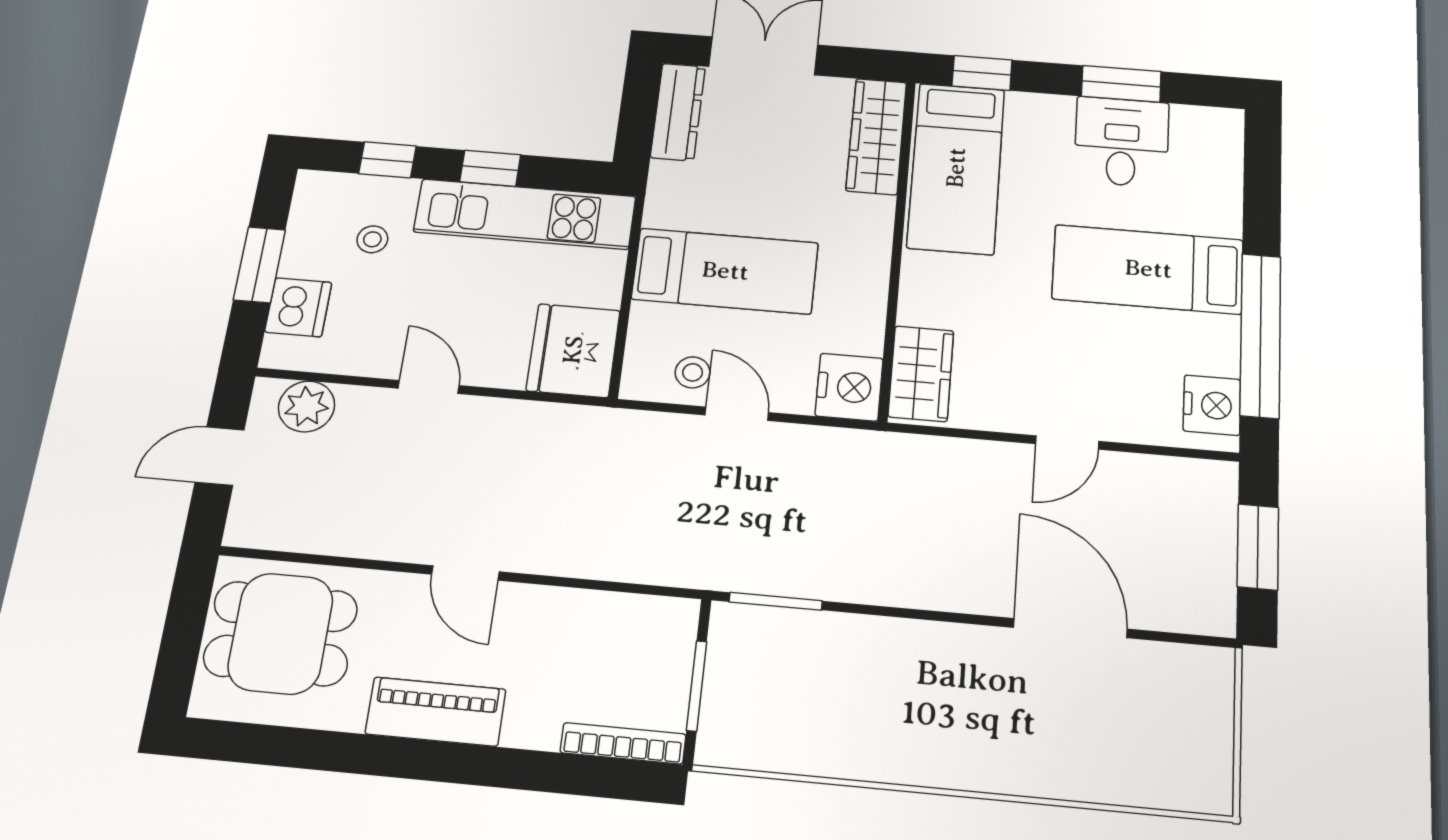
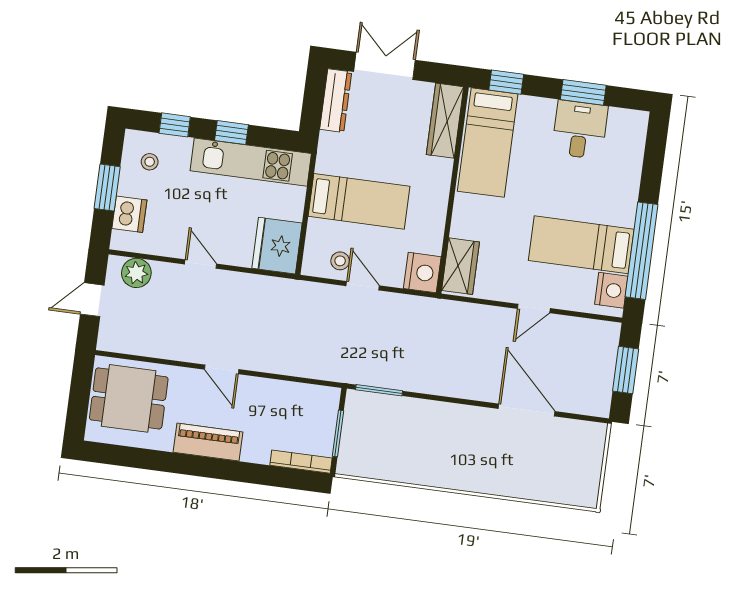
stool: (372, 239) -> (150, 162), moved
bed: (1148, 269) -> (581, 245), moved

